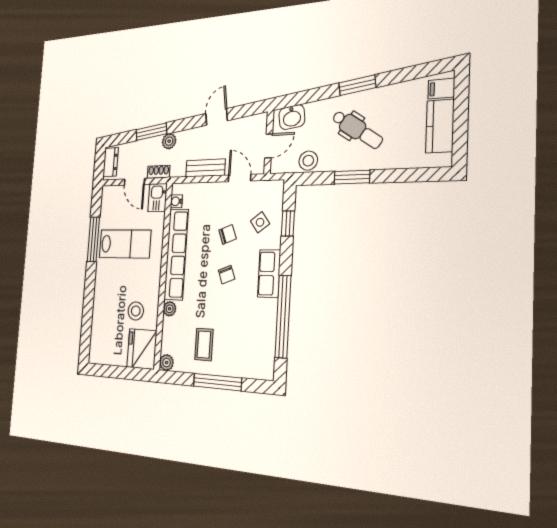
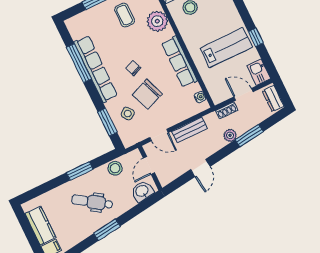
kitchen sink: (157, 198) -> (259, 72), moved, turned 180
window: (288, 224) -> (107, 122), width x1.50
chair: (228, 234) -> (147, 94), width x1.87, depth x1.87
window: (93, 239) -> (256, 37), width x0.46
lab bench: (125, 244) -> (226, 48), turned 180
row of seats: (176, 254) -> (179, 62), width x0.73
row of seats: (269, 274) -> (96, 69), width x2.02
plant: (170, 309) -> (157, 21), width x1.88, depth x1.88
window: (283, 316) -> (79, 63), width x0.68

